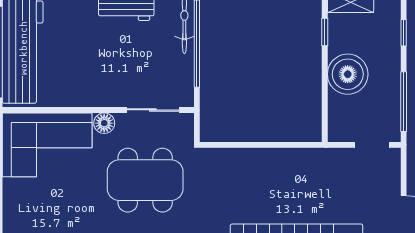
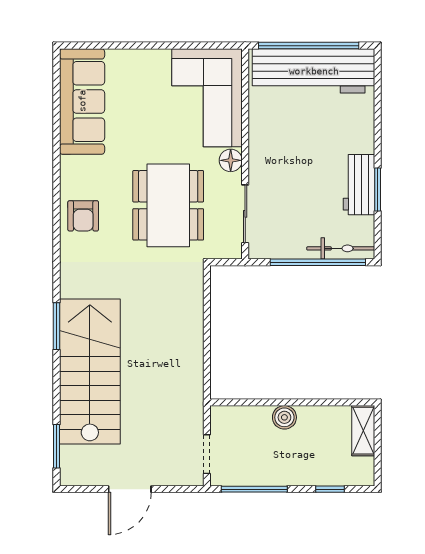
window: (325, 32) -> (331, 402), removed
boiler: (348, 74) -> (284, 417), width x0.54, depth x0.54

